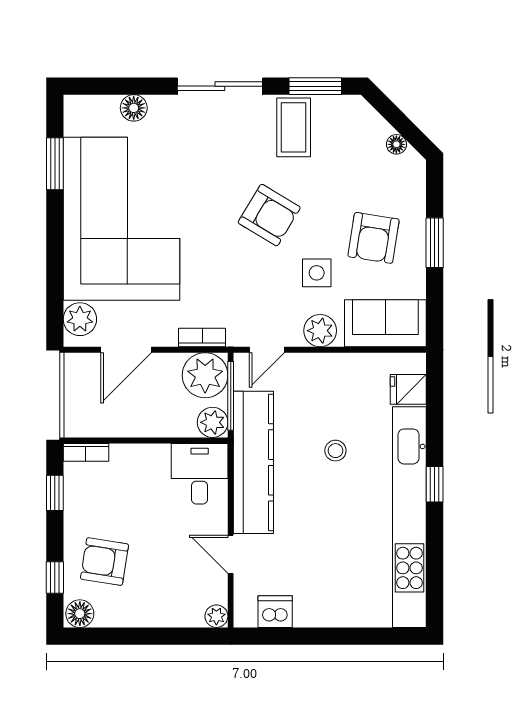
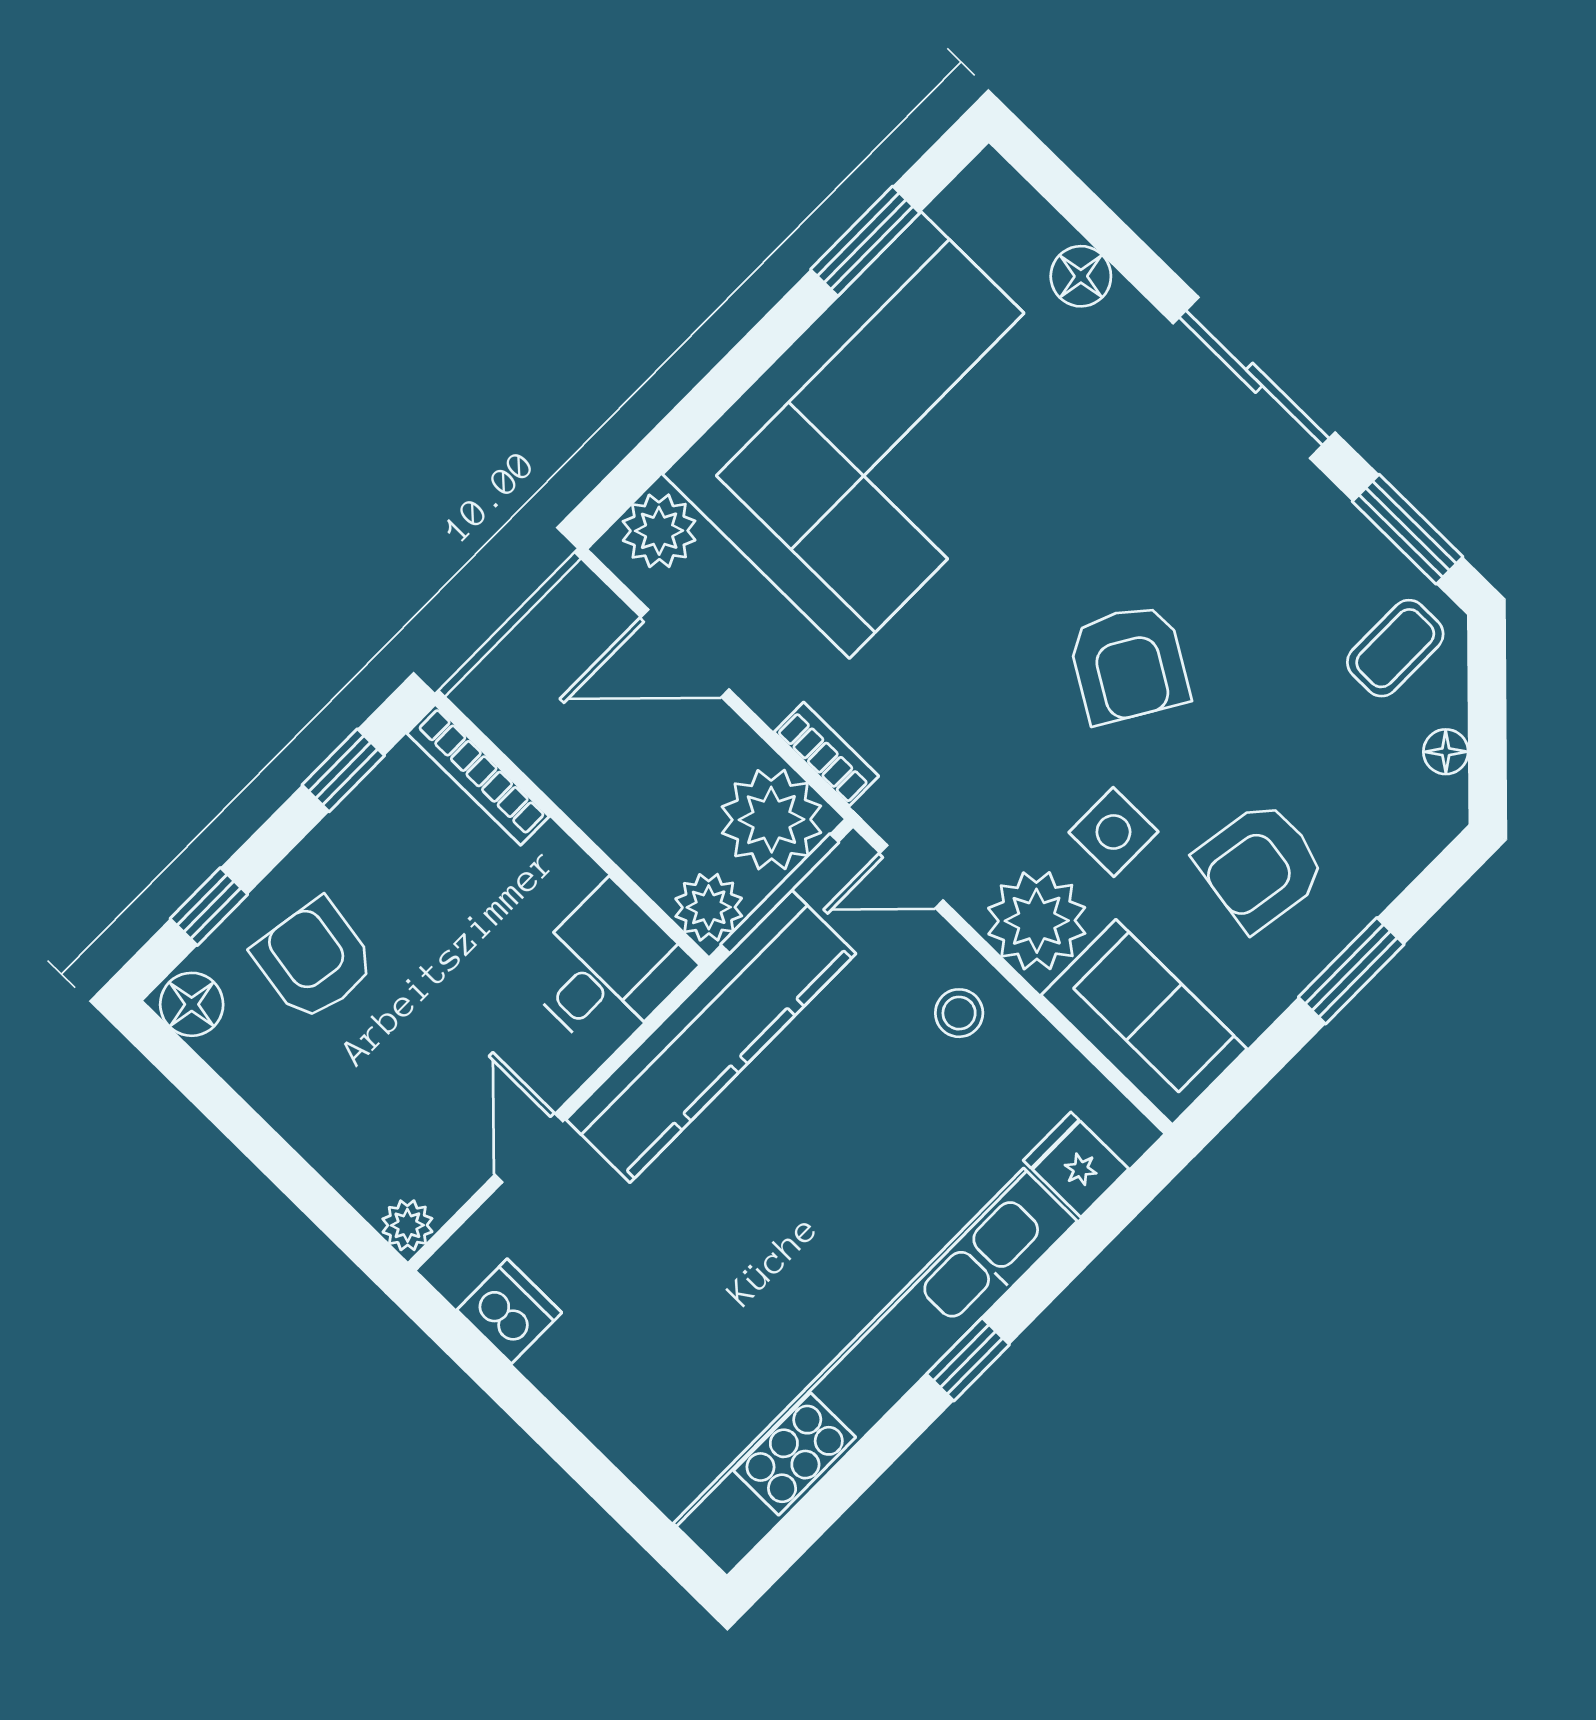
coffee table: (294, 127) -> (1395, 648), moved, width x0.73, depth x0.77
plant: (320, 331) -> (1037, 921), width x1.36, depth x1.36
stool: (335, 451) -> (959, 1013), moved
bookcase: (86, 452) -> (478, 775), width x1.56

